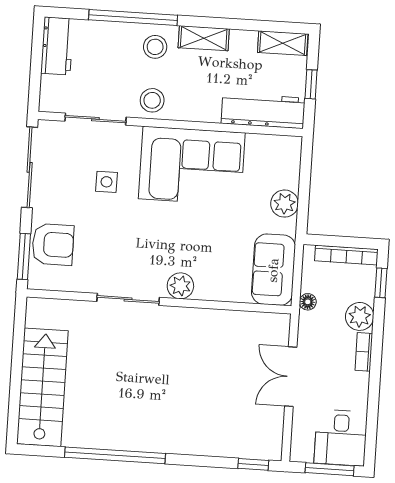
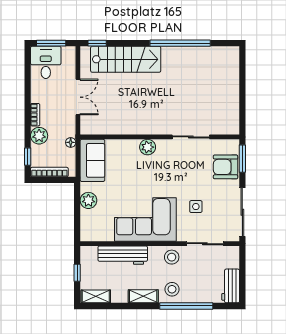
workbench: (263, 111) -> (123, 255), moved
sliding door: (128, 299) -> (191, 137), moved
stairs: (42, 387) -> (126, 59), moved, turned -90

